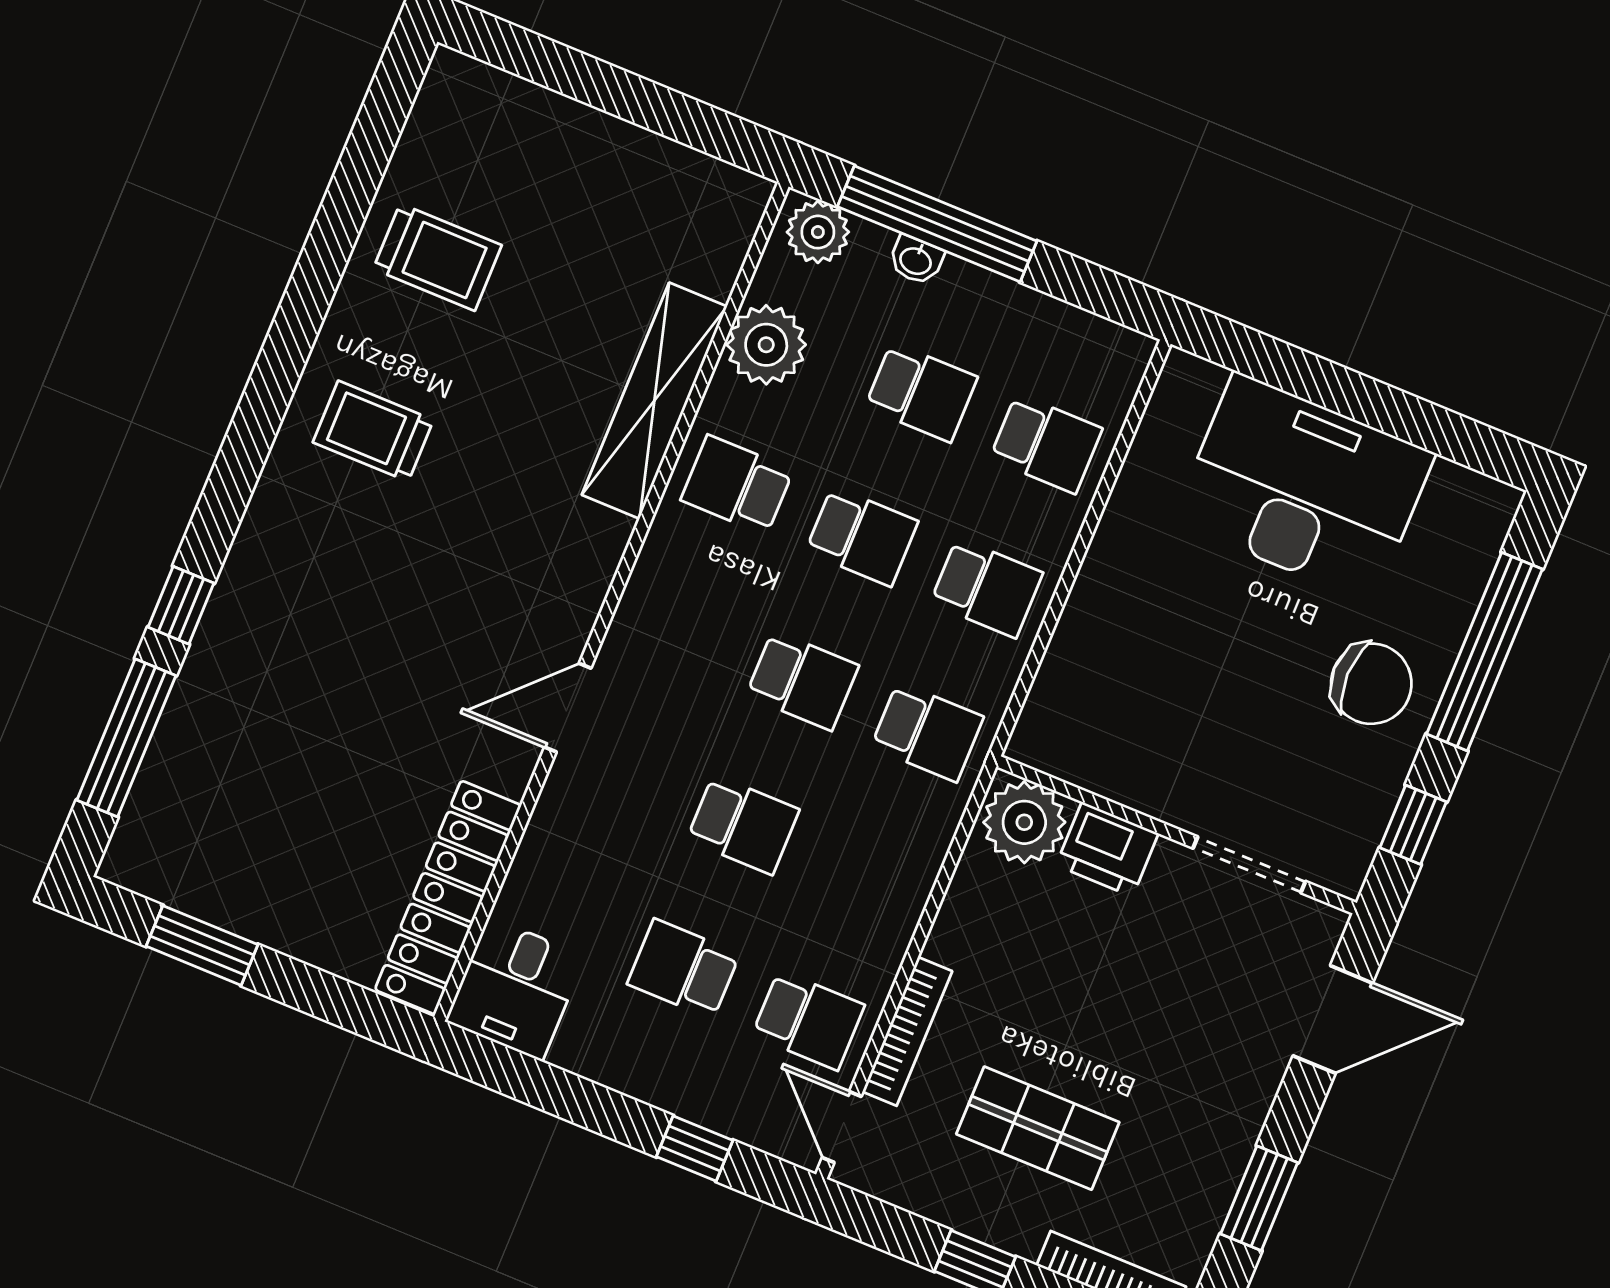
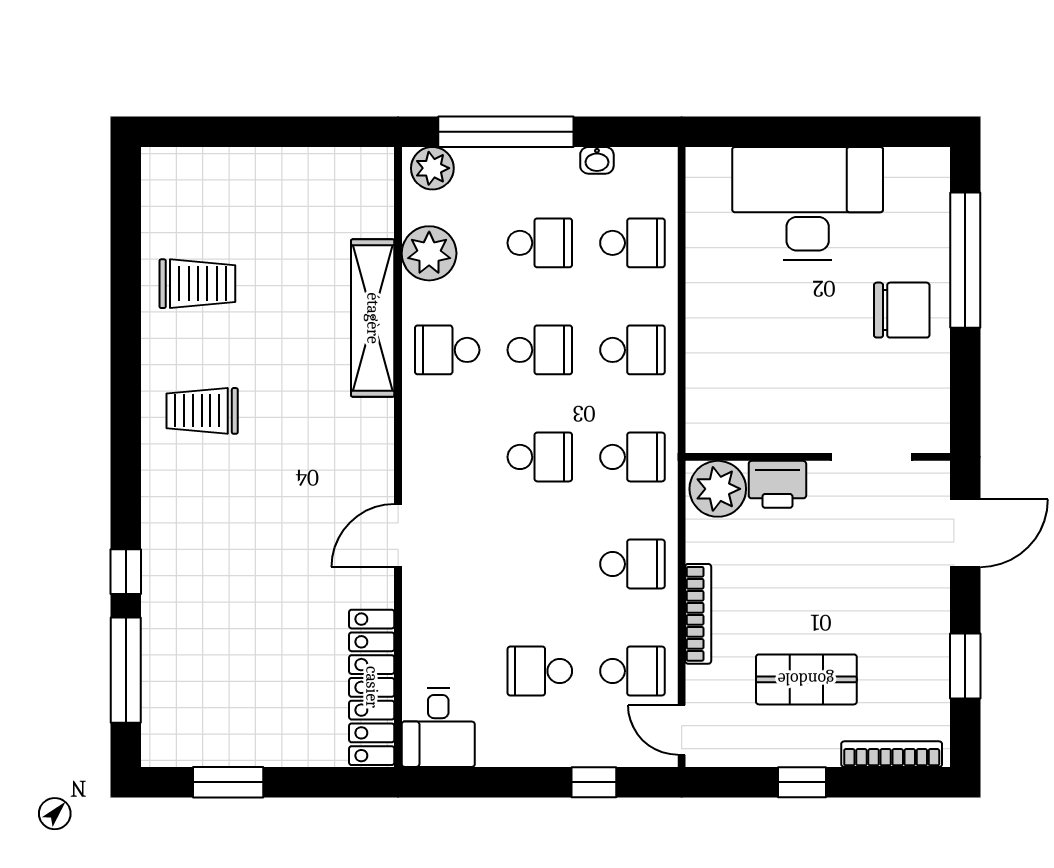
washbasin: (916, 260) -> (597, 160), moved
school desk: (743, 825) -> (632, 564), moved
window: (1413, 825) -> (965, 389), removed
bookcase: (907, 1031) -> (698, 614), moved

